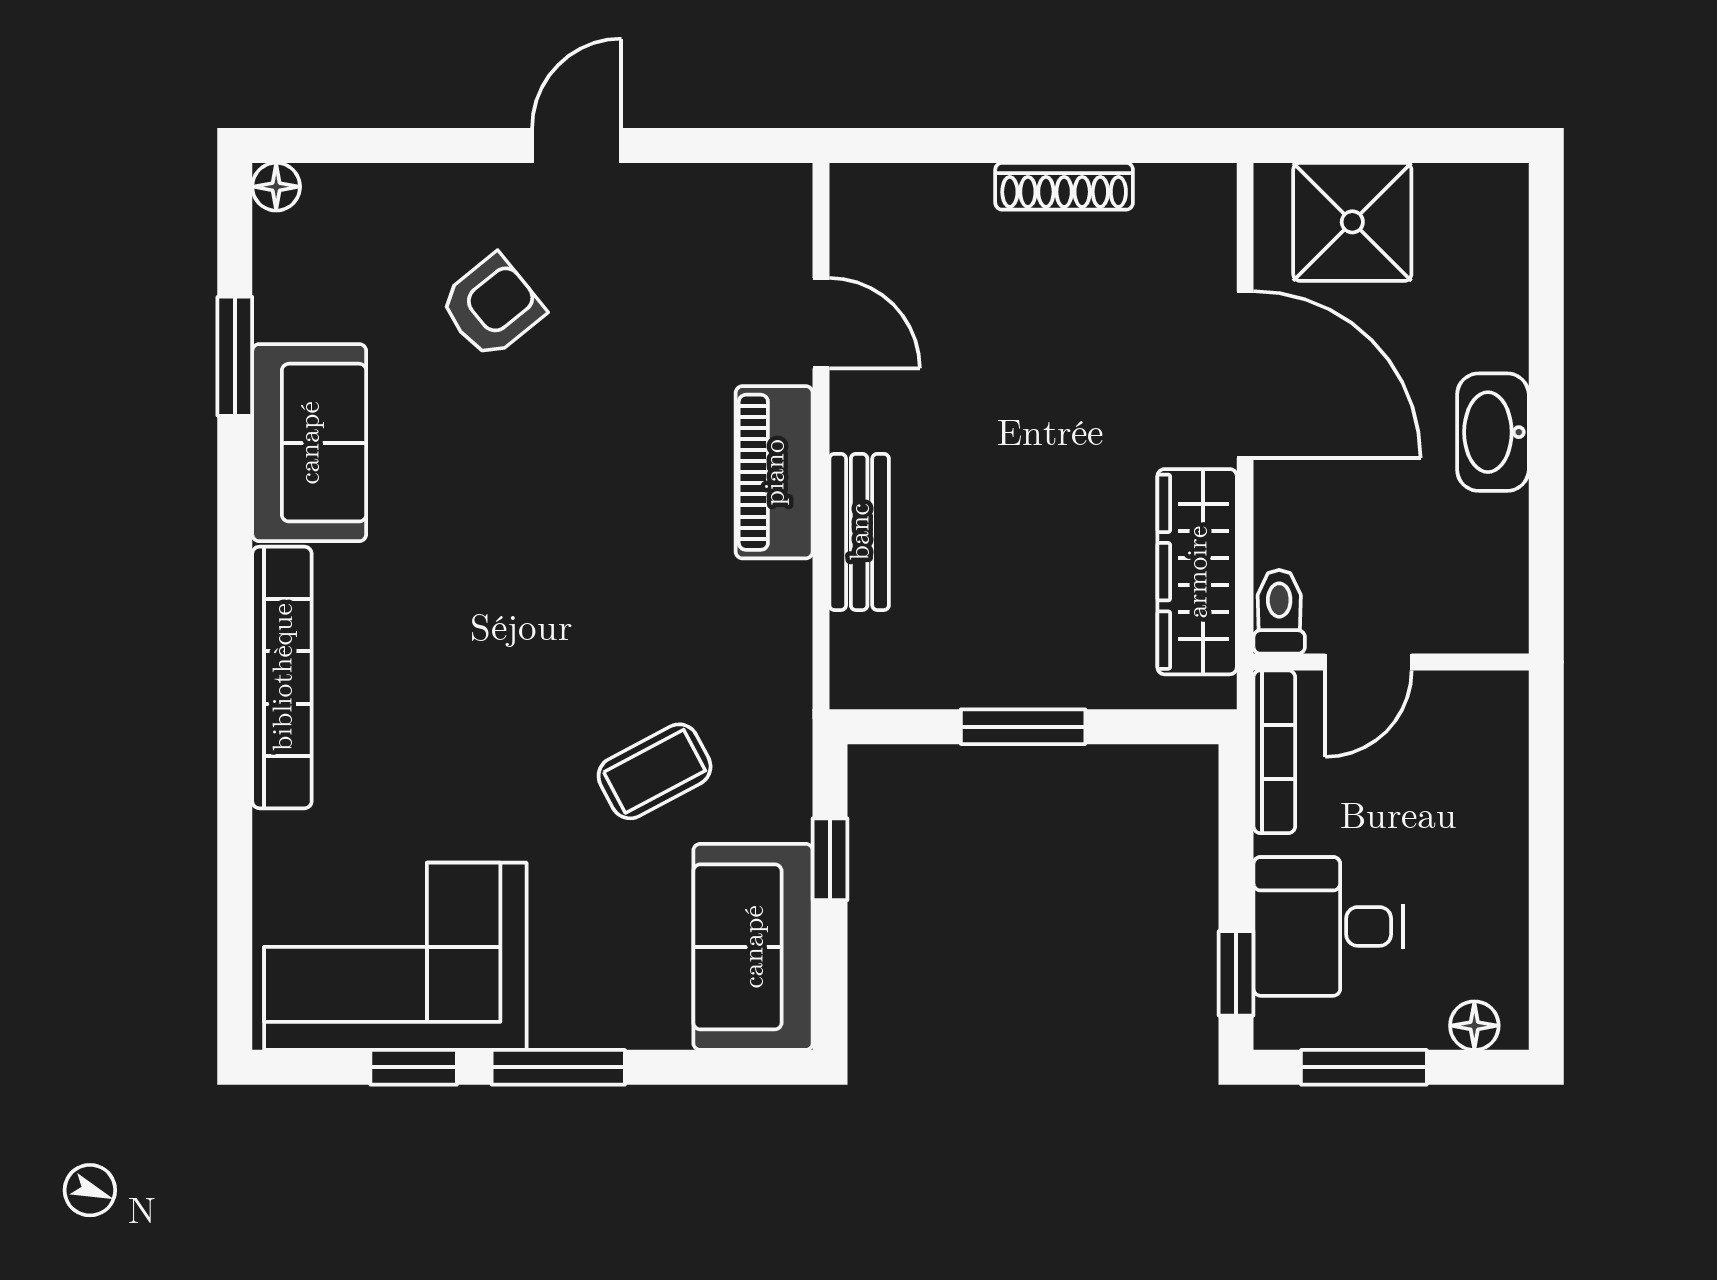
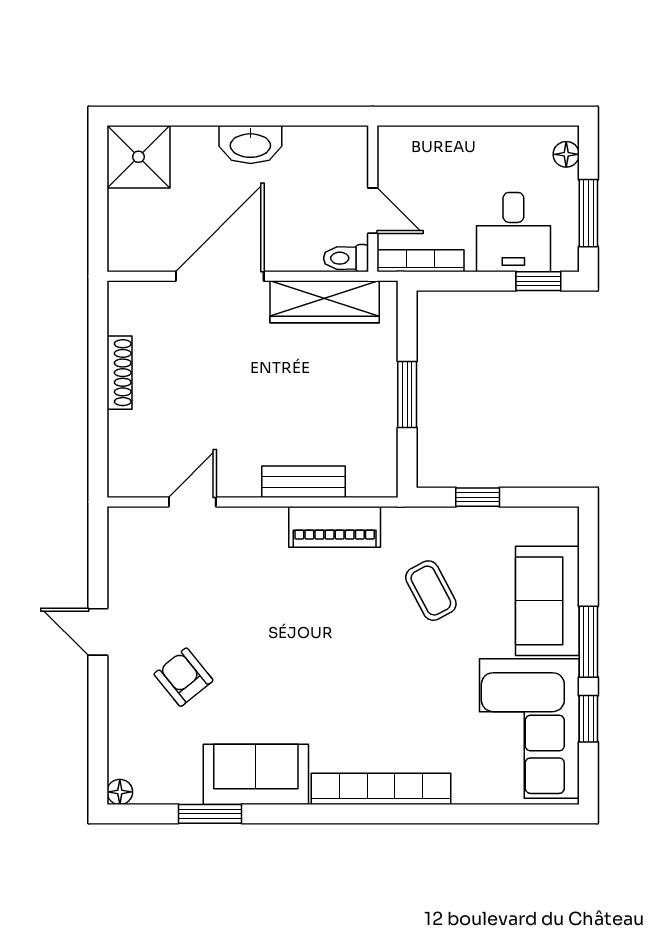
shower: (1352, 222) -> (138, 157), moved
piano: (774, 472) -> (335, 527), moved
sofa: (753, 947) -> (547, 601), moved, turned 90

